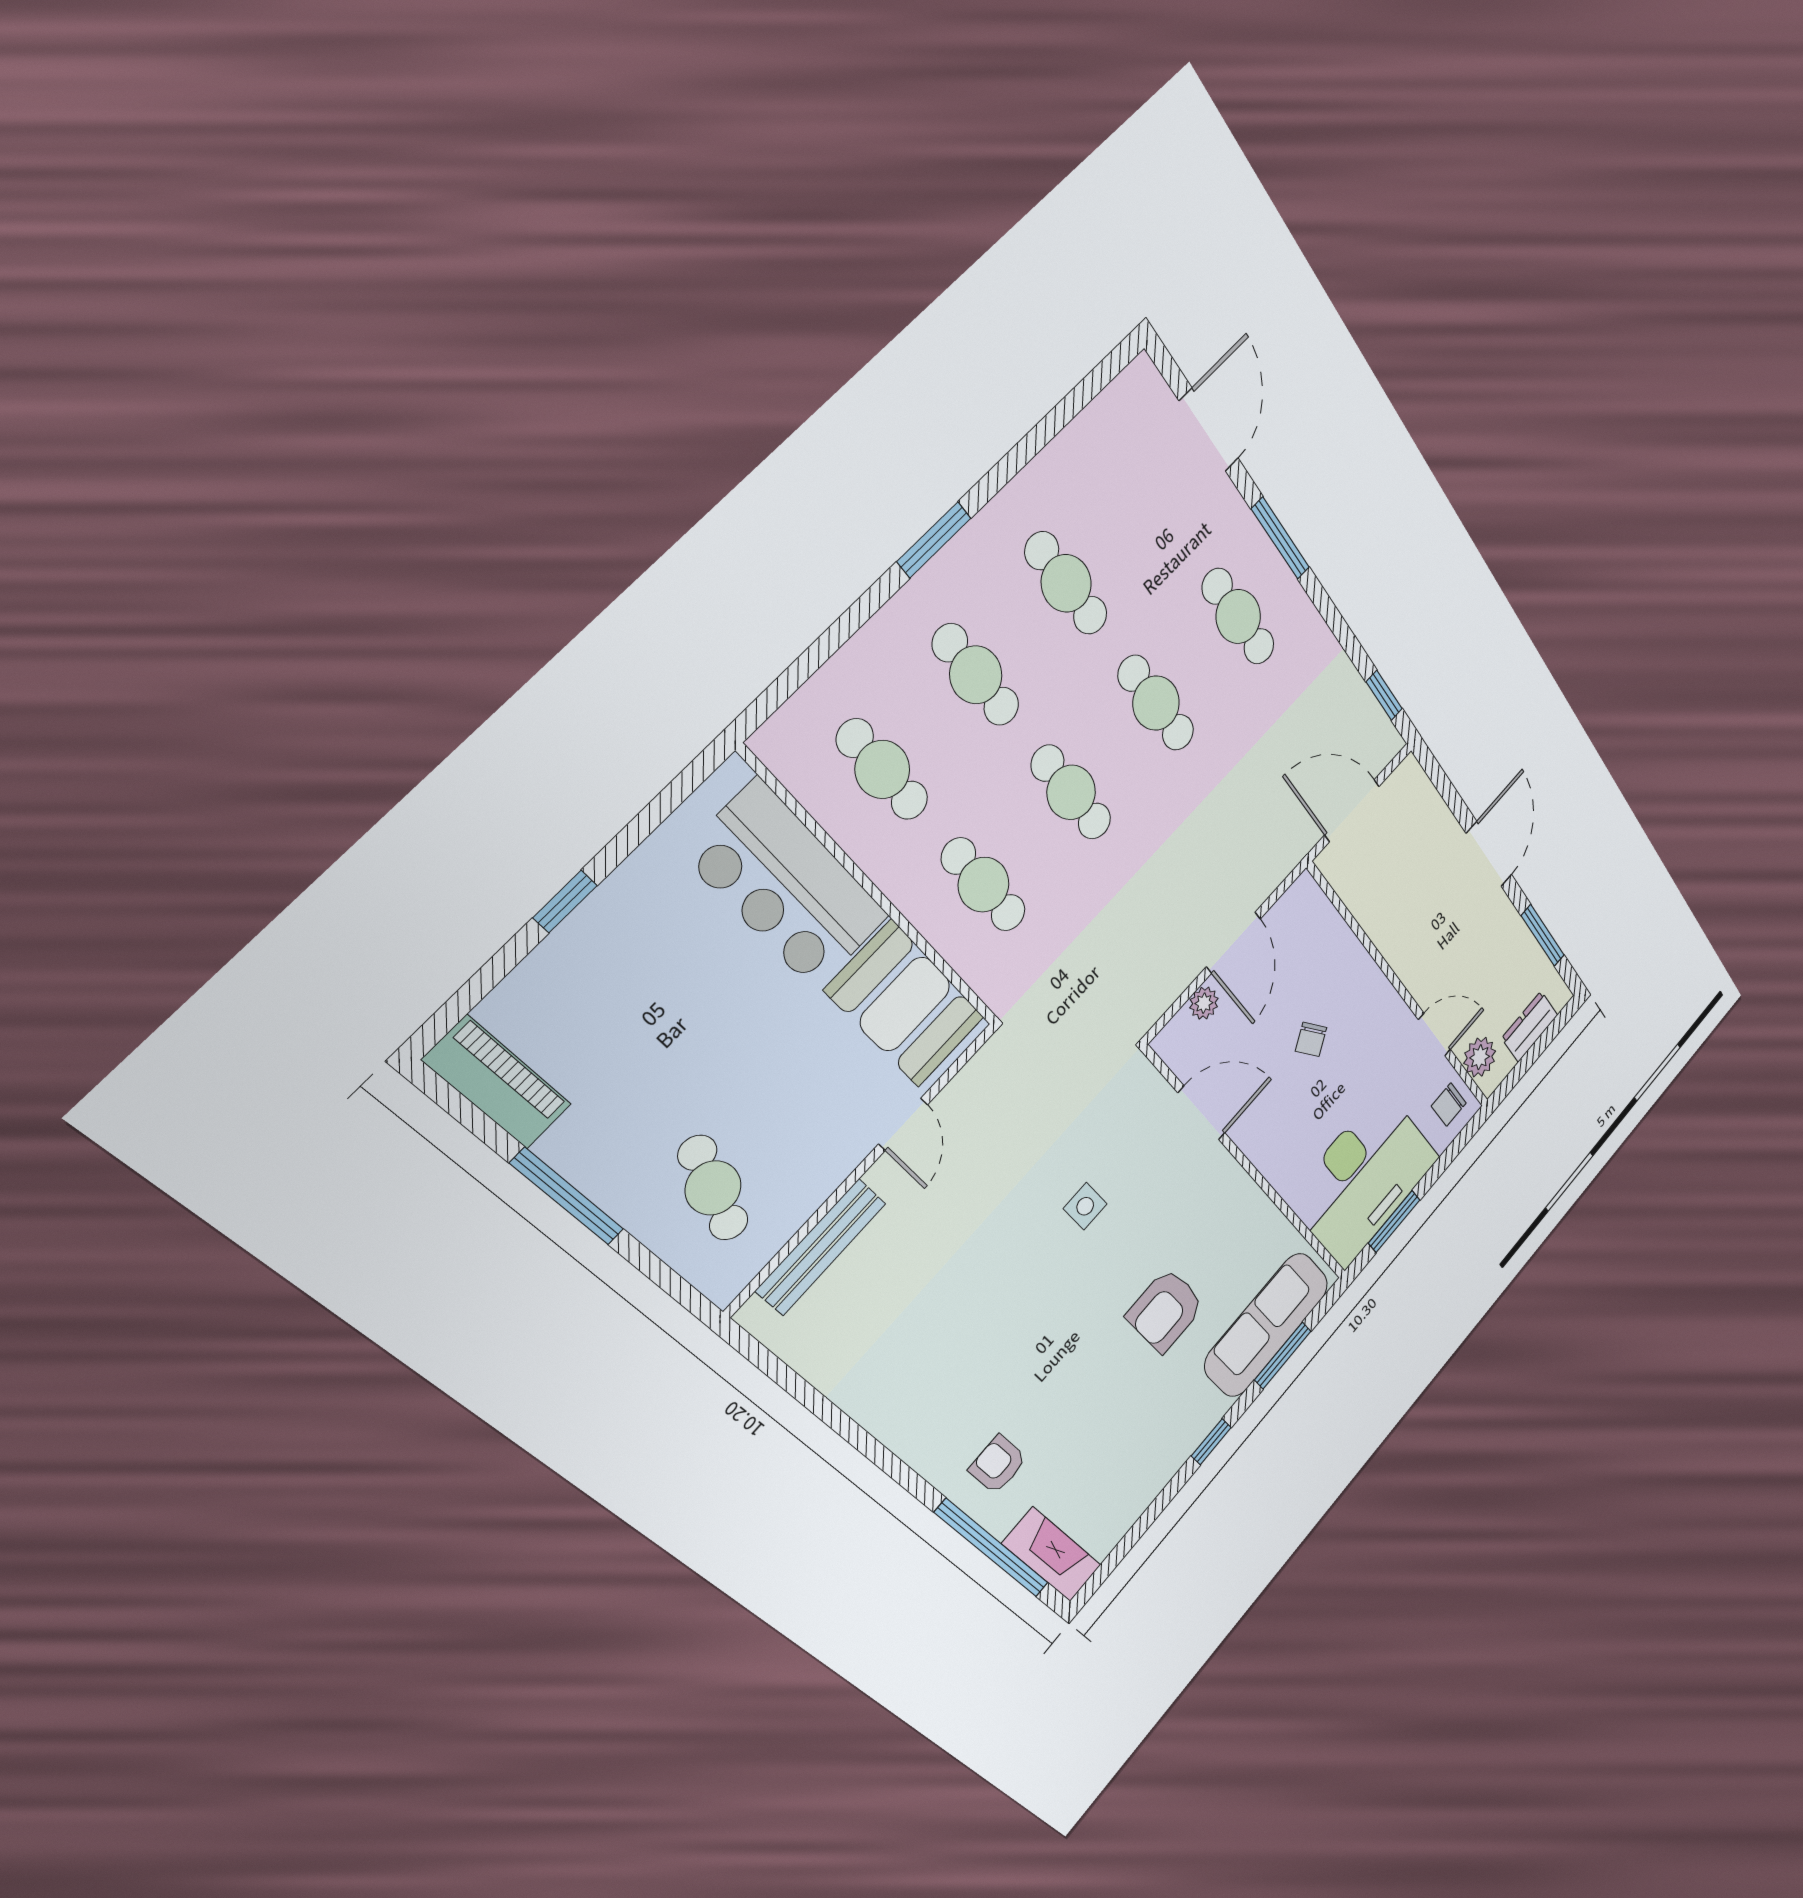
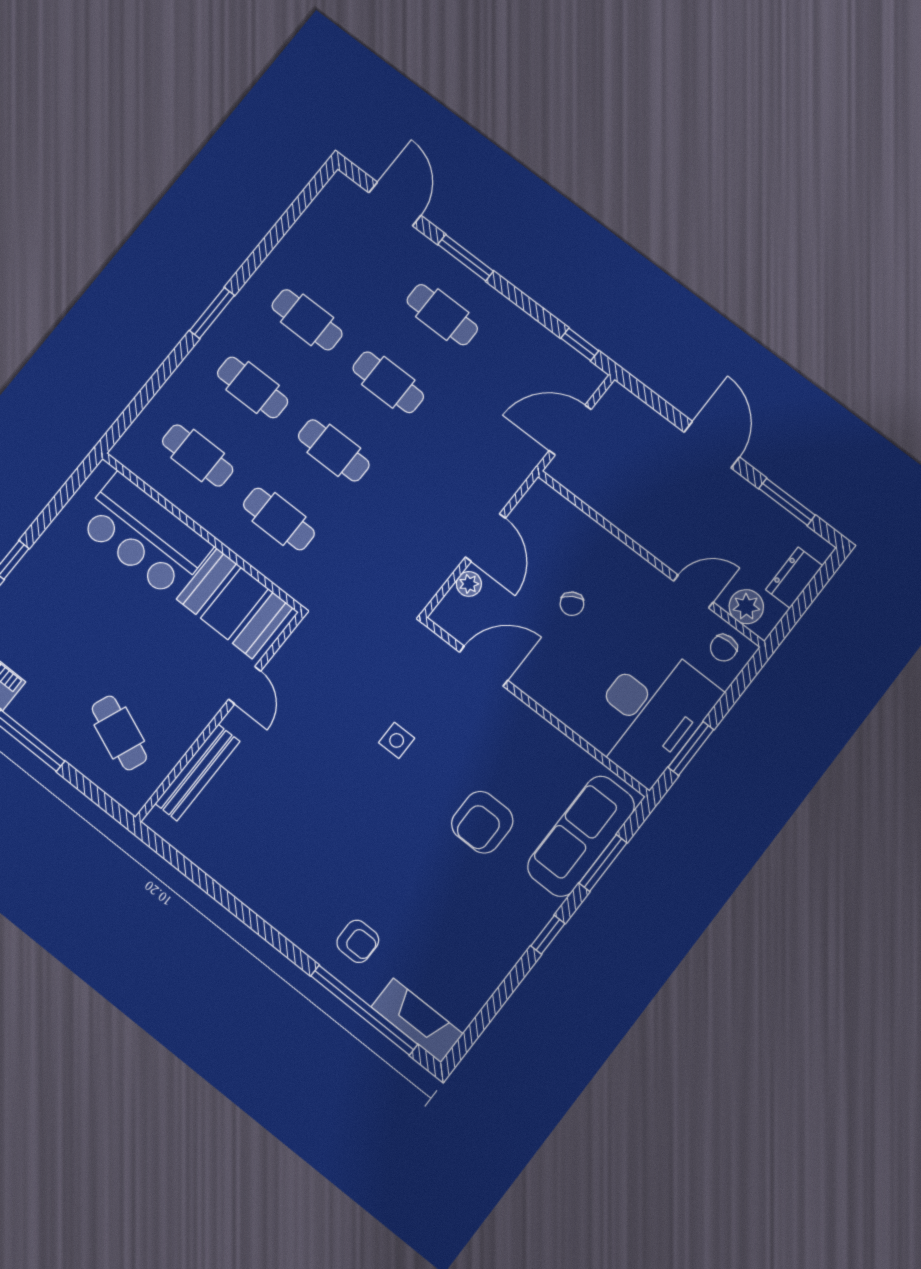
armchair: (998, 1464) -> (358, 941), turned 180

